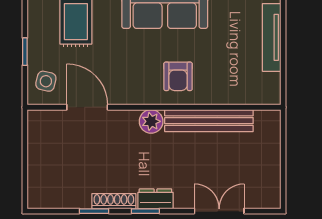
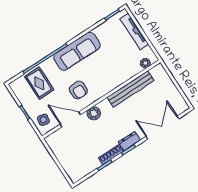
armchair: (178, 76) -> (78, 90), moved
plant: (257, 96) -> (145, 63), added
plant: (151, 121) -> (94, 113), moved
double door: (219, 211) -> (162, 128), width x1.37

